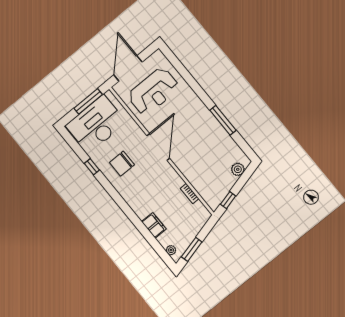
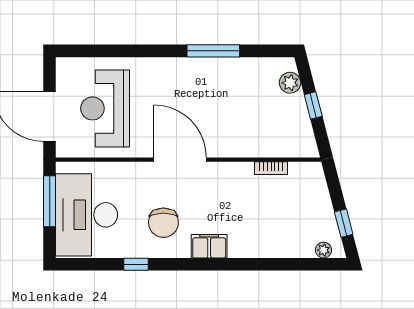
reception desk: (153, 91) -> (105, 108), turned 180
window: (228, 200) -> (313, 105), moved
filing cabinet: (154, 225) -> (209, 246), moved
window: (192, 249) -> (344, 223), width x0.67

